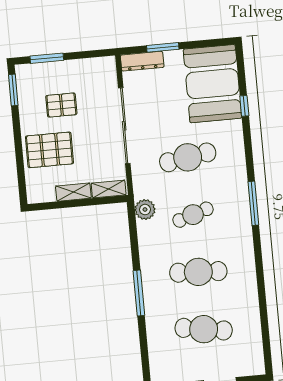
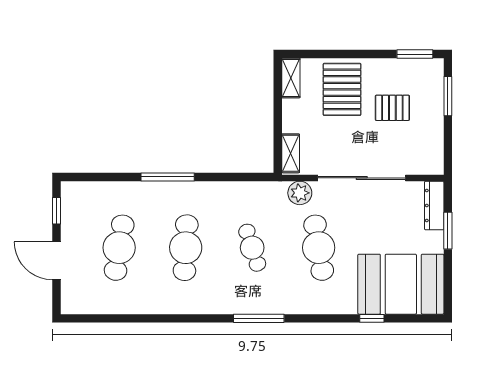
pallet: (61, 105) -> (392, 108), turned 90
shelving: (73, 192) -> (291, 78), moved
plant: (145, 210) -> (300, 193), moved

